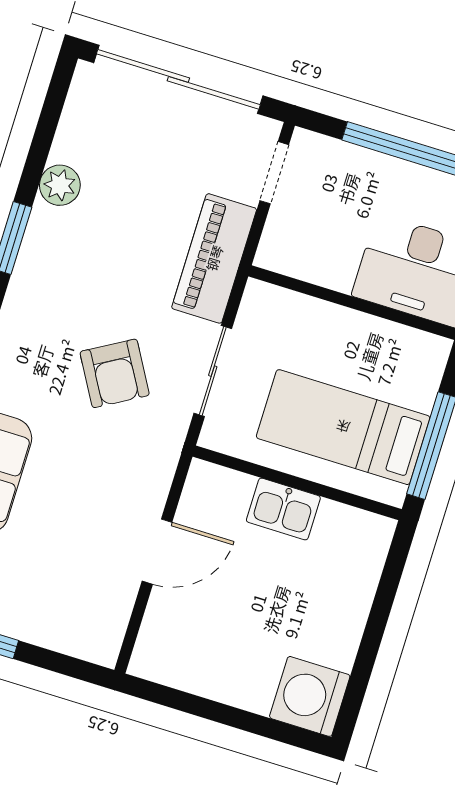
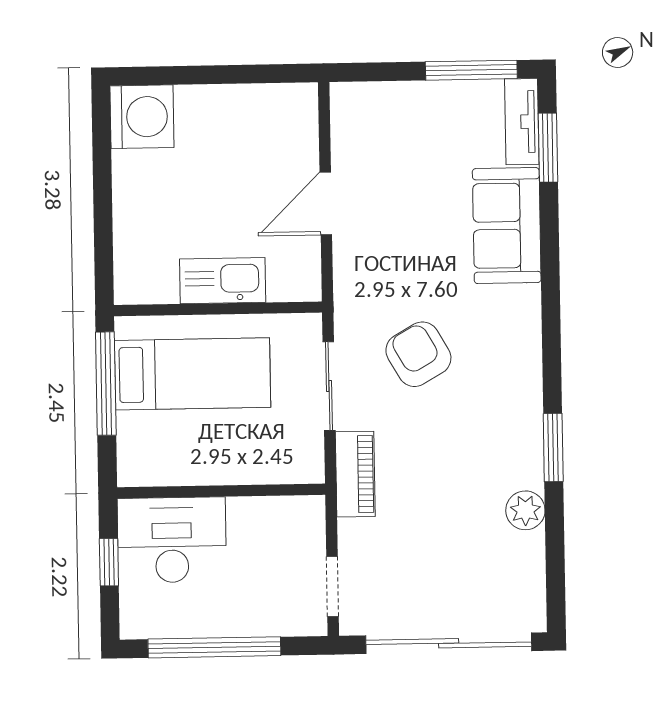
piano: (214, 258) -> (355, 474), width x0.73, depth x0.75
kitchen sink: (283, 509) -> (223, 281), width x1.38

